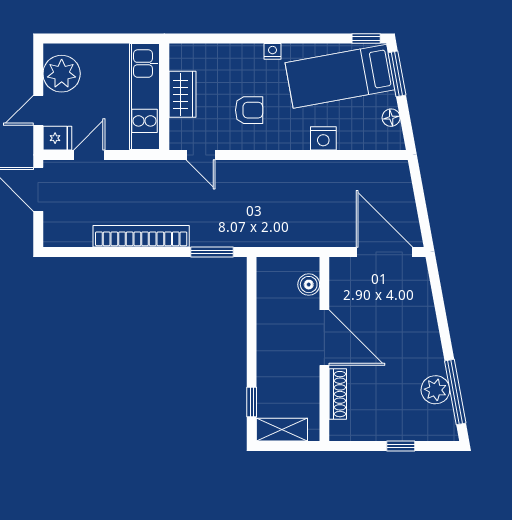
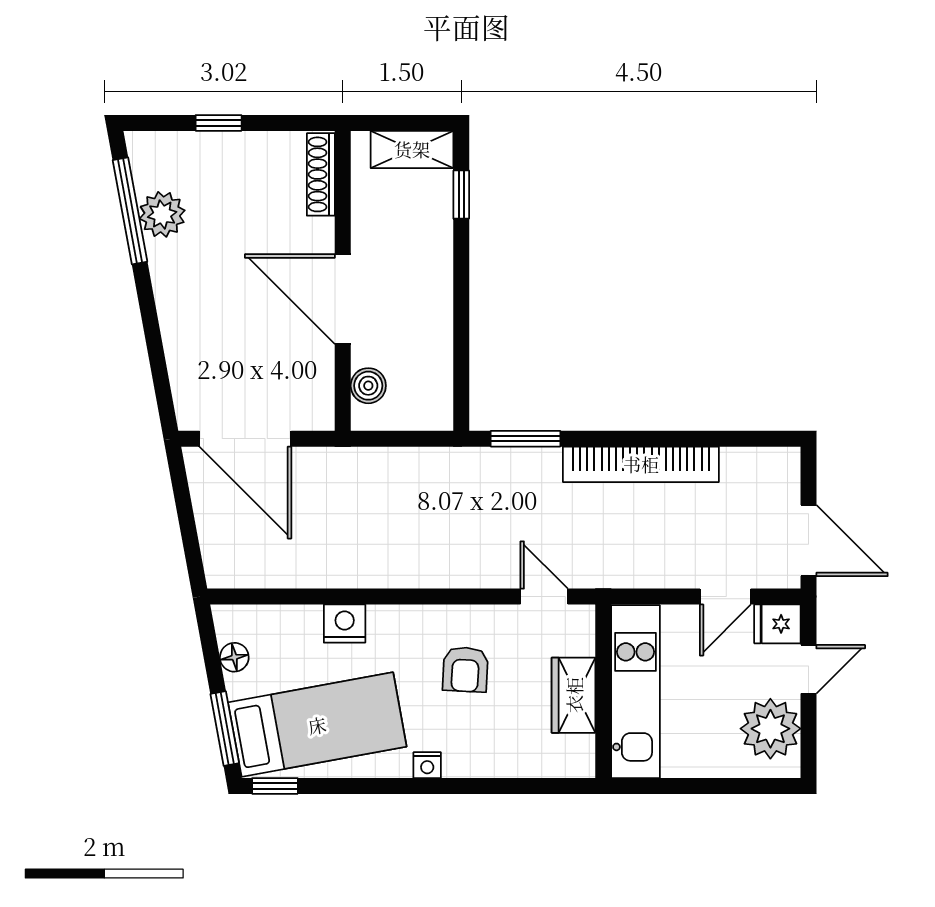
armchair: (249, 110) -> (465, 669), turned -87
shoe rack: (338, 394) -> (321, 174), moved

